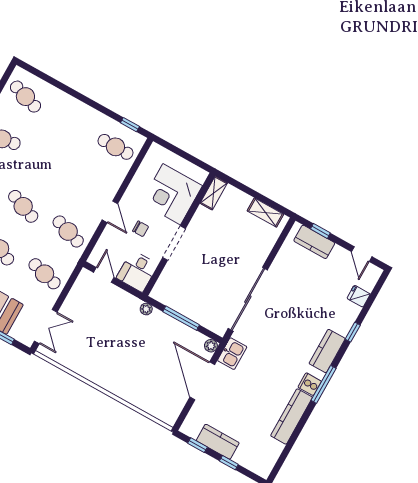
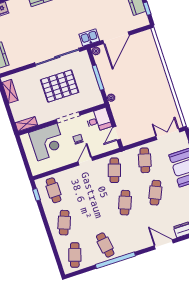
cafe table: (70, 122) -> (64, 223), added
pallet: (215, 269) -> (60, 86), added

